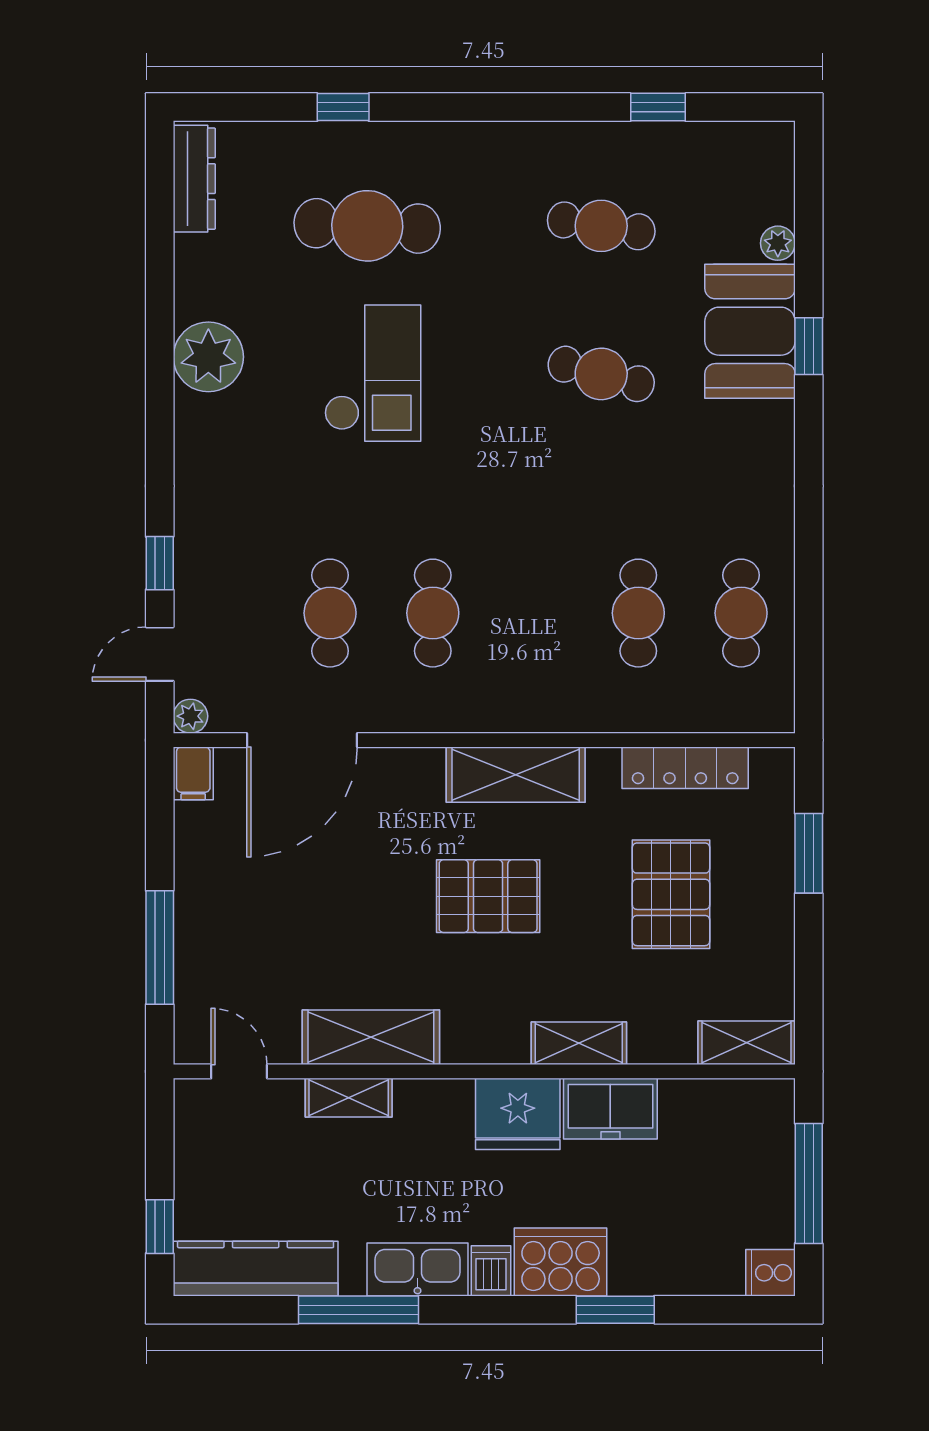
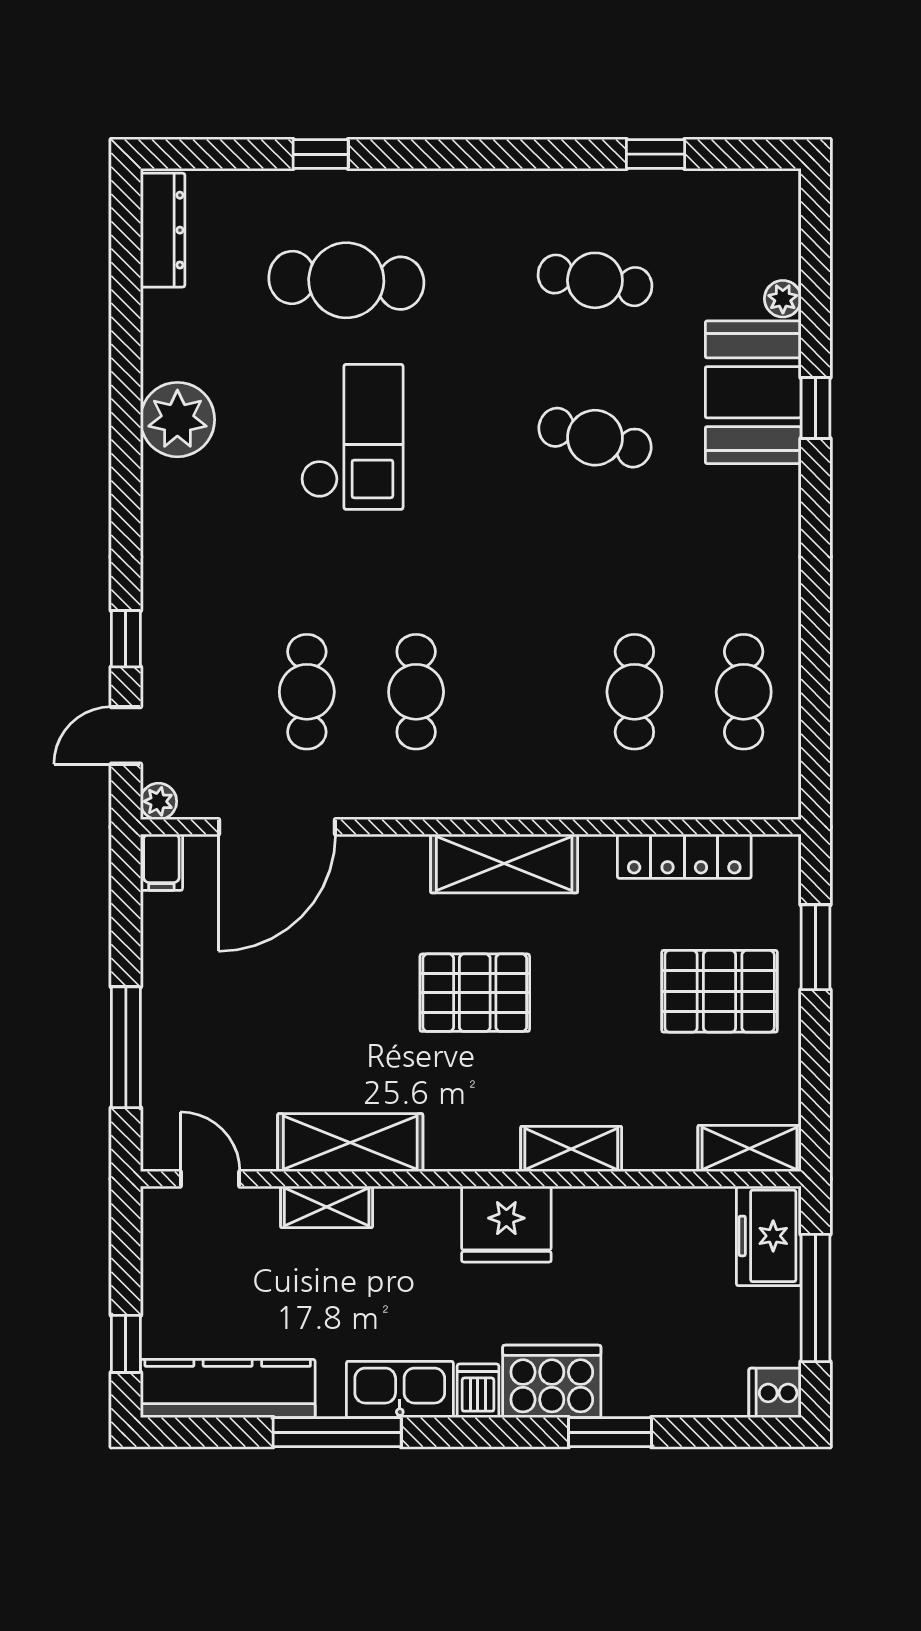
pallet: (671, 894) -> (720, 991), moved, turned 90
freezer: (610, 1109) -> (769, 1236), moved, turned 90

